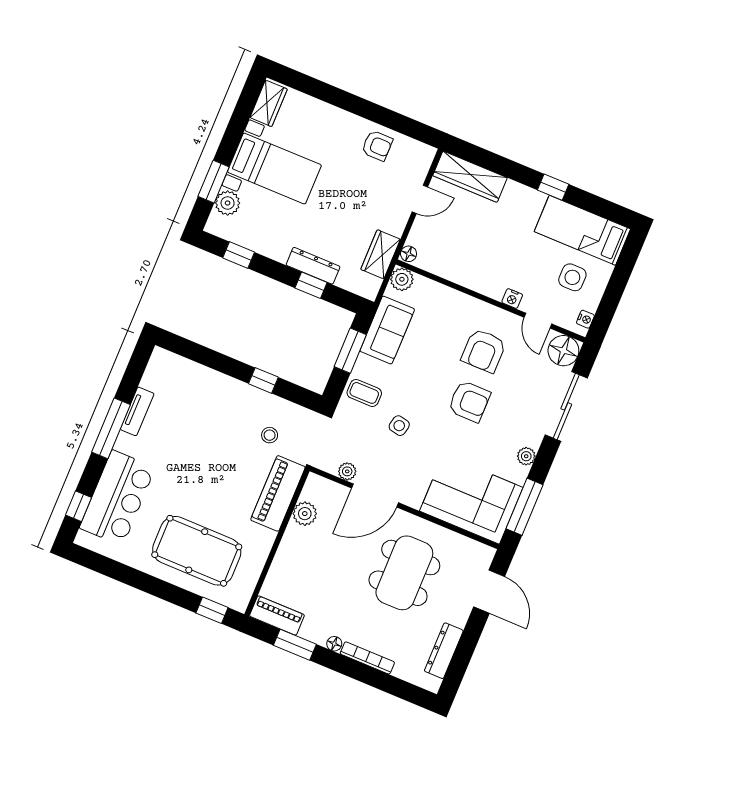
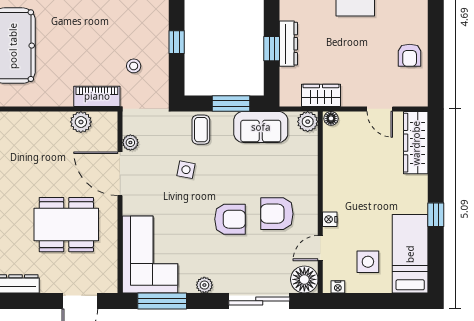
armchair: (469, 401) -> (230, 219), turned -90
piano: (278, 493) -> (97, 96), width x0.73, depth x0.75

